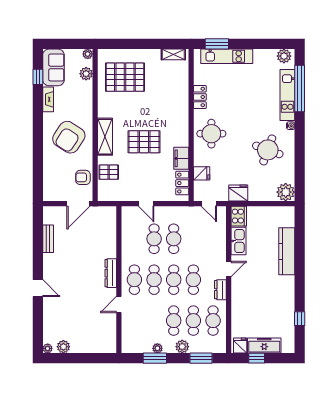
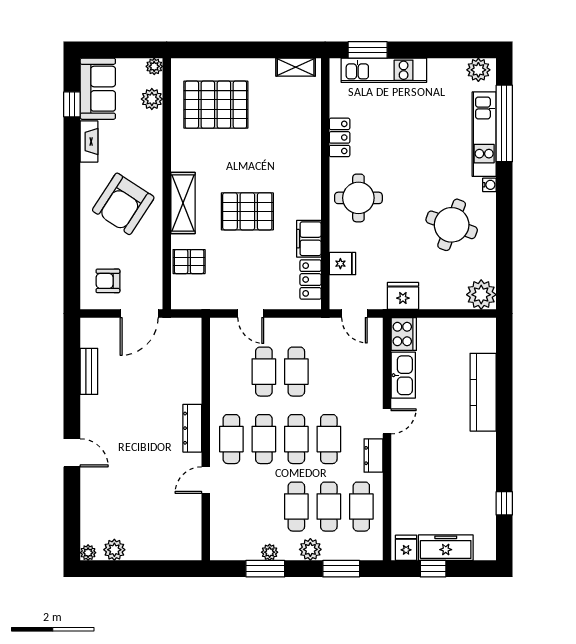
armchair: (83, 177) -> (108, 281), moved

